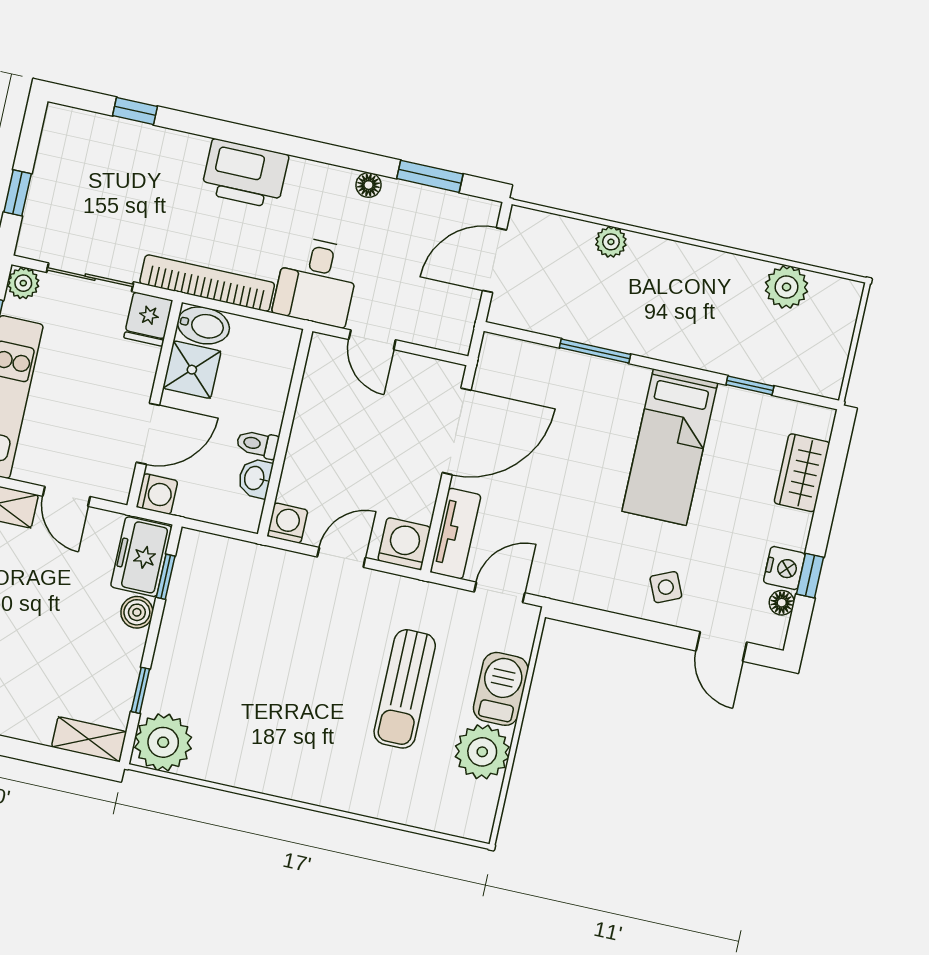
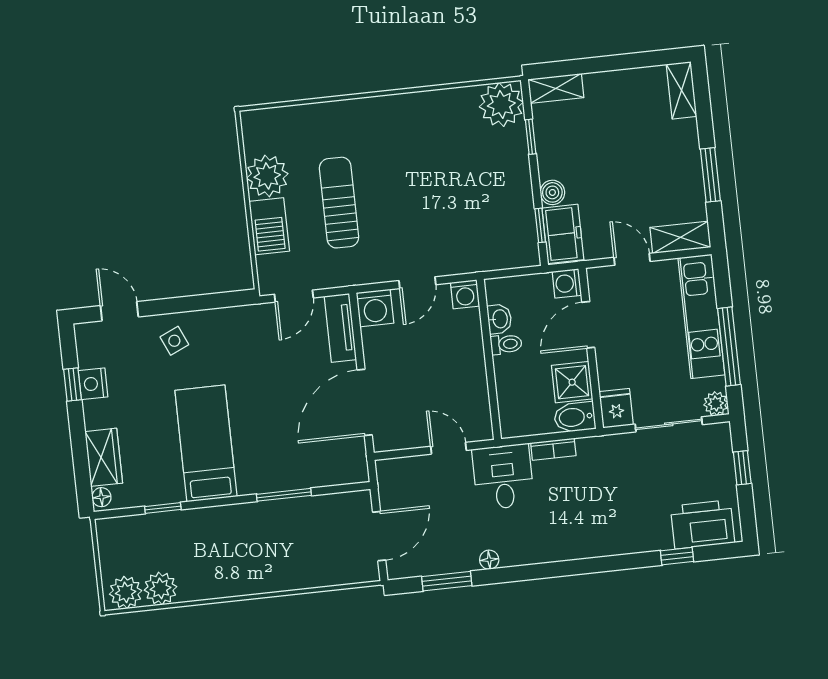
printer: (245, 174) -> (702, 524), moved
plant: (611, 242) -> (126, 592), moved, width x1.38, depth x1.38
bookcase: (207, 283) -> (553, 449), width x0.43, depth x0.76
floor lamp: (782, 603) -> (101, 497), moved

